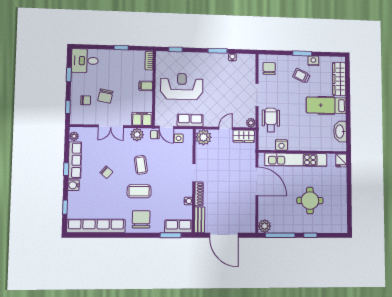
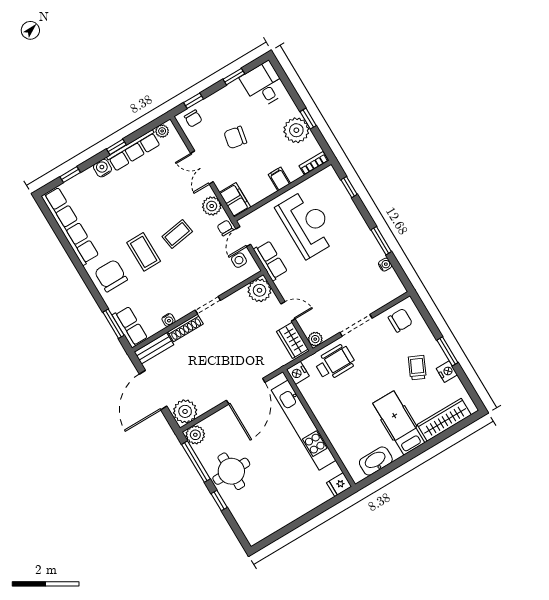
plant: (124, 59) -> (296, 130), added
chair: (86, 100) -> (193, 118), moved
nightstand: (282, 145) -> (298, 373), moved
chair: (106, 172) -> (142, 198), removed
round table: (310, 201) -> (231, 471), moved
chair: (141, 219) -> (111, 276), turned -90
plant: (247, 224) -> (185, 411), added

